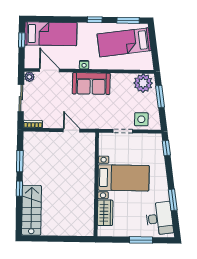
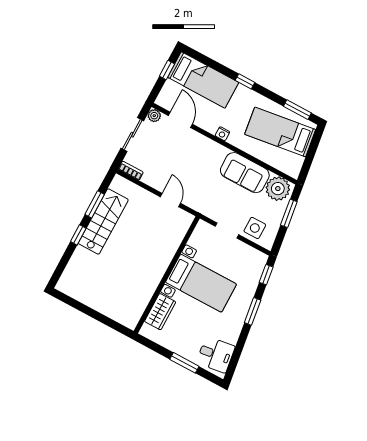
window: (95, 20) -> (245, 81), moved
sofa: (91, 84) -> (245, 173), moved
window: (173, 200) -> (253, 311), moved
stairs: (32, 210) -> (103, 222), moved
desk: (159, 218) -> (216, 355), width x0.73

